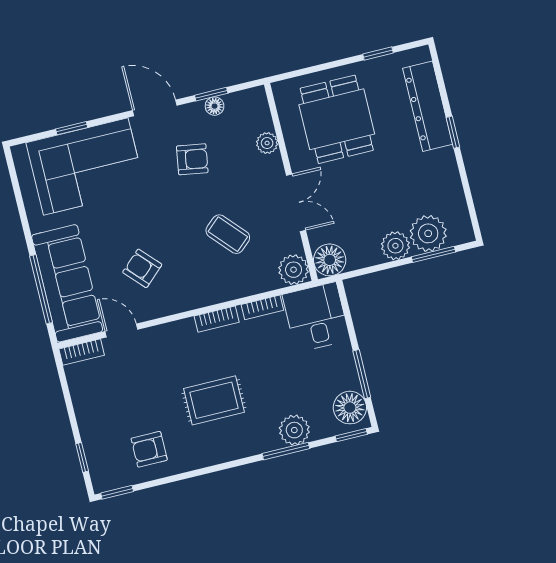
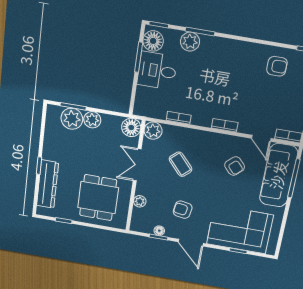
desk: (316, 317) -> (157, 71), moved, turned 90
bookcase: (217, 319) -> (225, 125), moved
rug: (214, 400) -> (228, 78), removed

